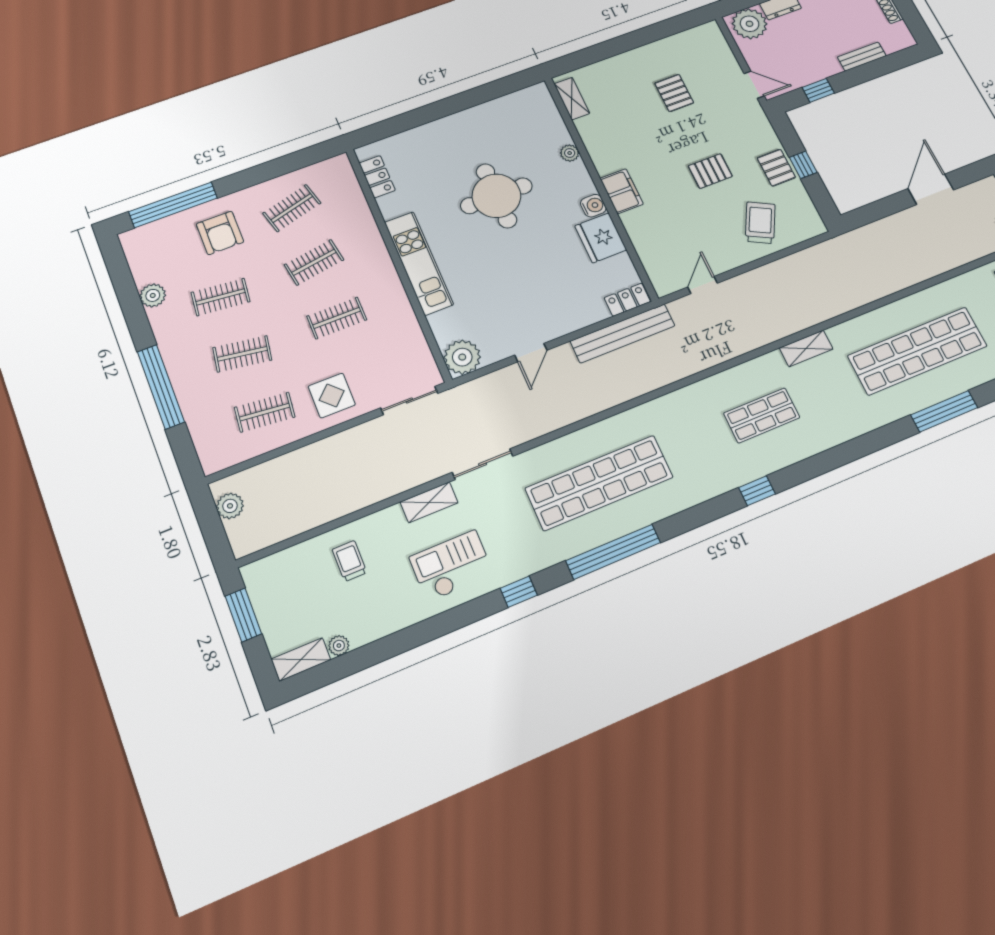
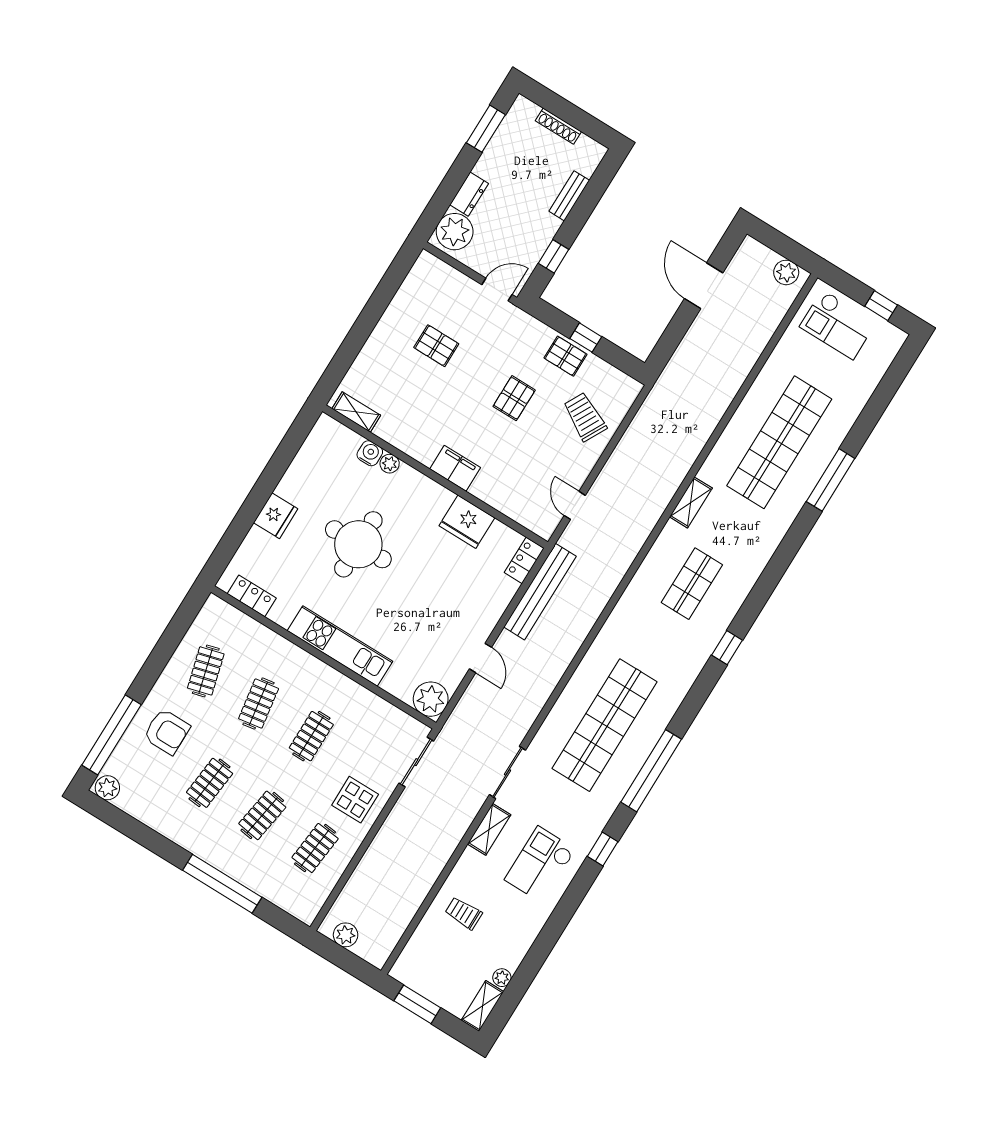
fridge: (446, 131) -> (276, 516), added
water cooler: (593, 206) -> (370, 453), moved
plant: (153, 295) -> (107, 788), moved

